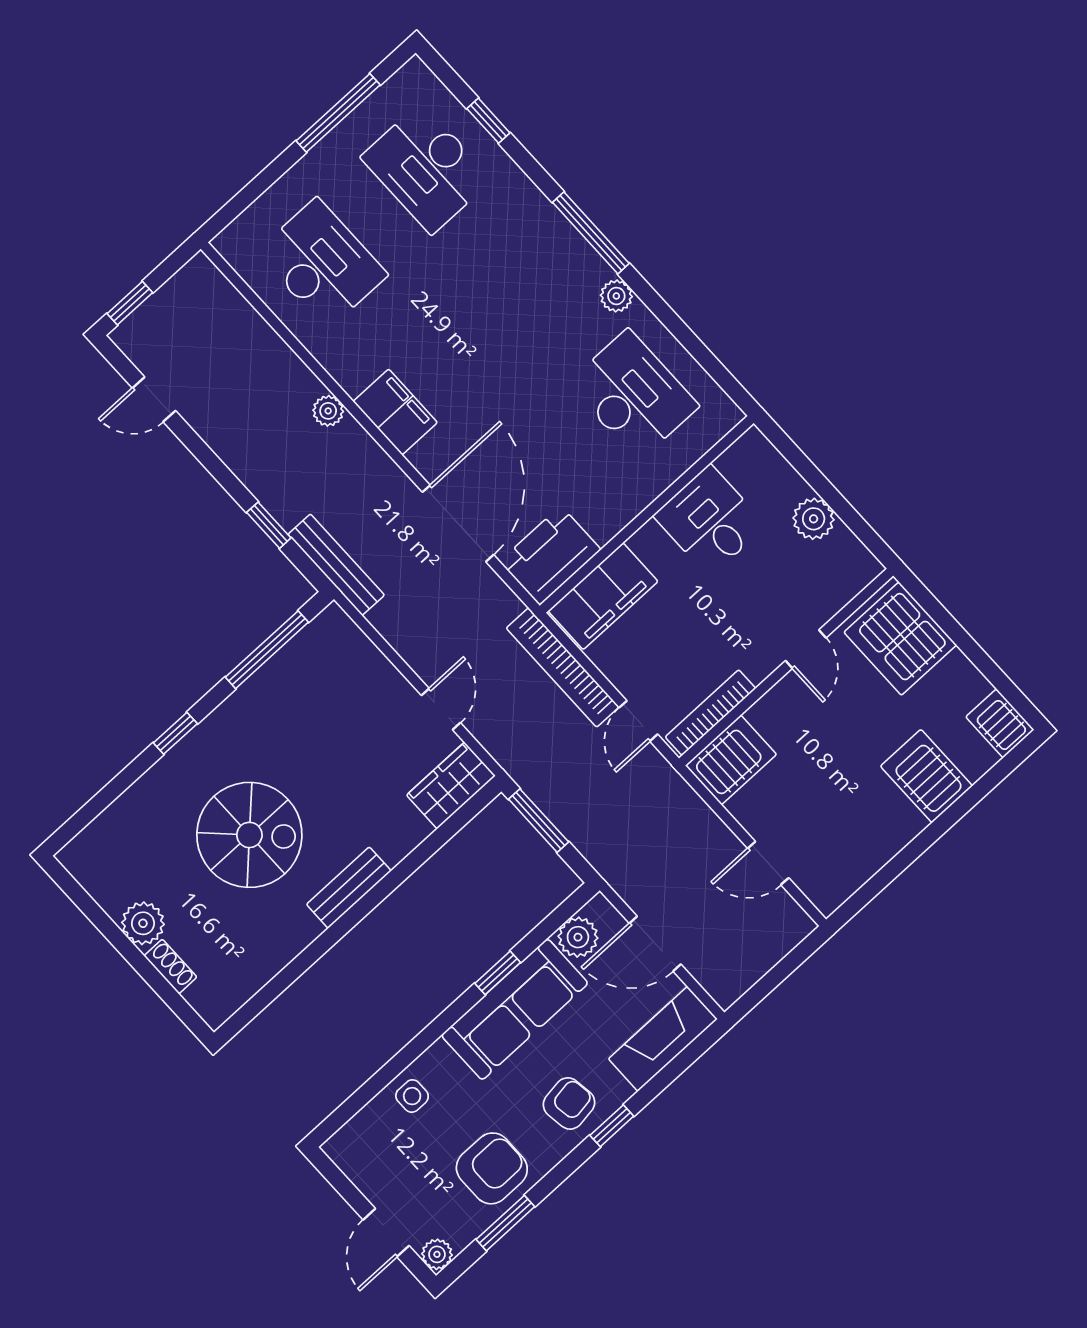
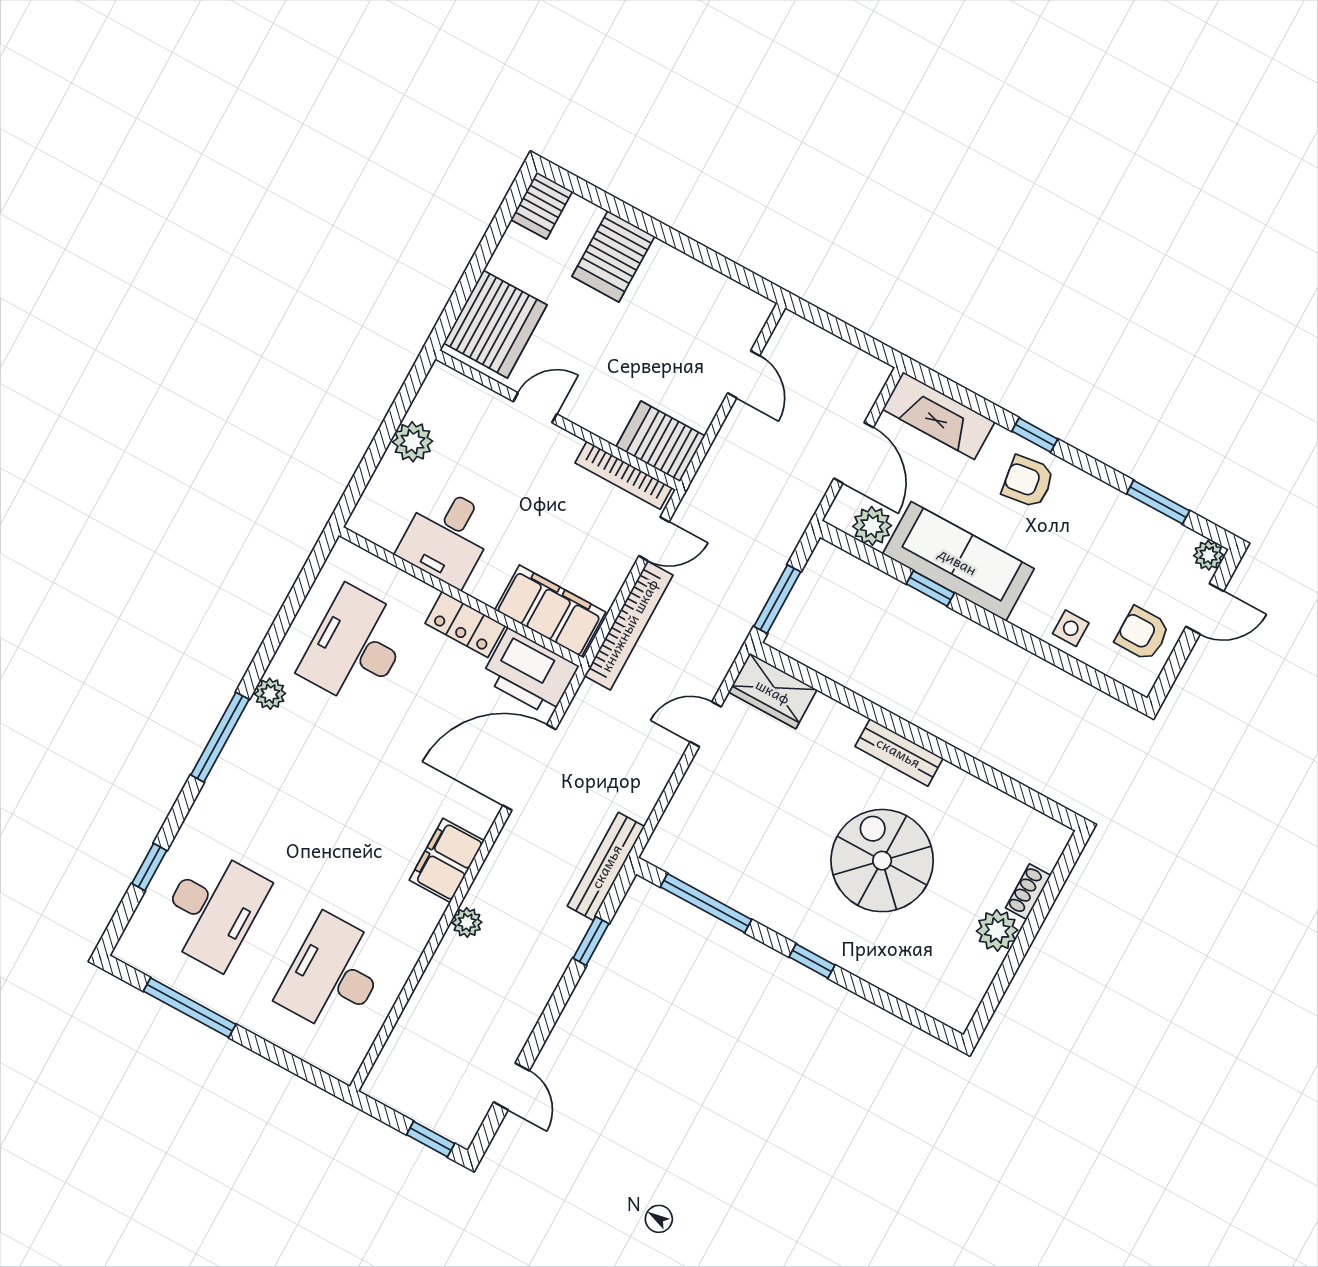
locker: (618, 509) -> (465, 625), added
armchair: (492, 1168) -> (1142, 634), moved, width x0.72, depth x0.72

